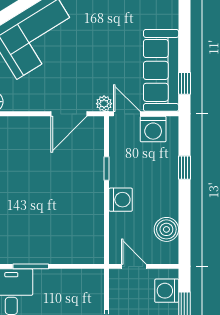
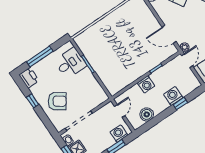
washing machine: (153, 129) -> (173, 96), moved, turned 90

